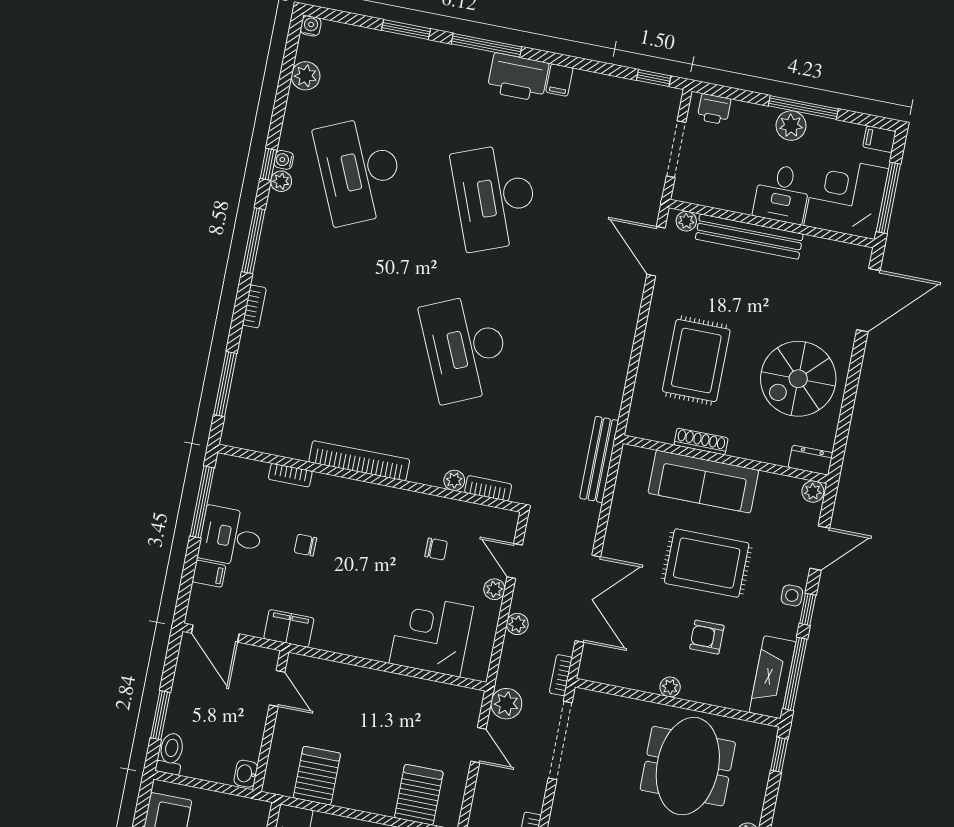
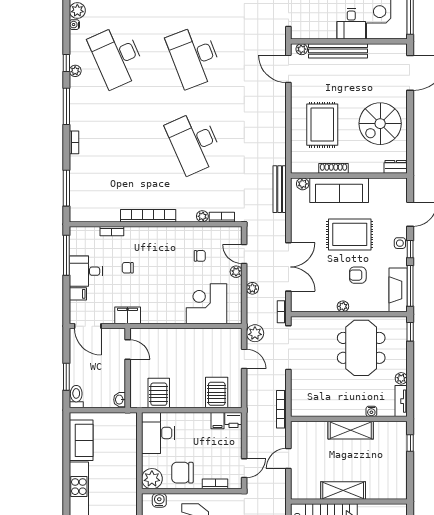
water cooler: (284, 160) -> (74, 25), moved
plant: (813, 492) -> (303, 184), moved

